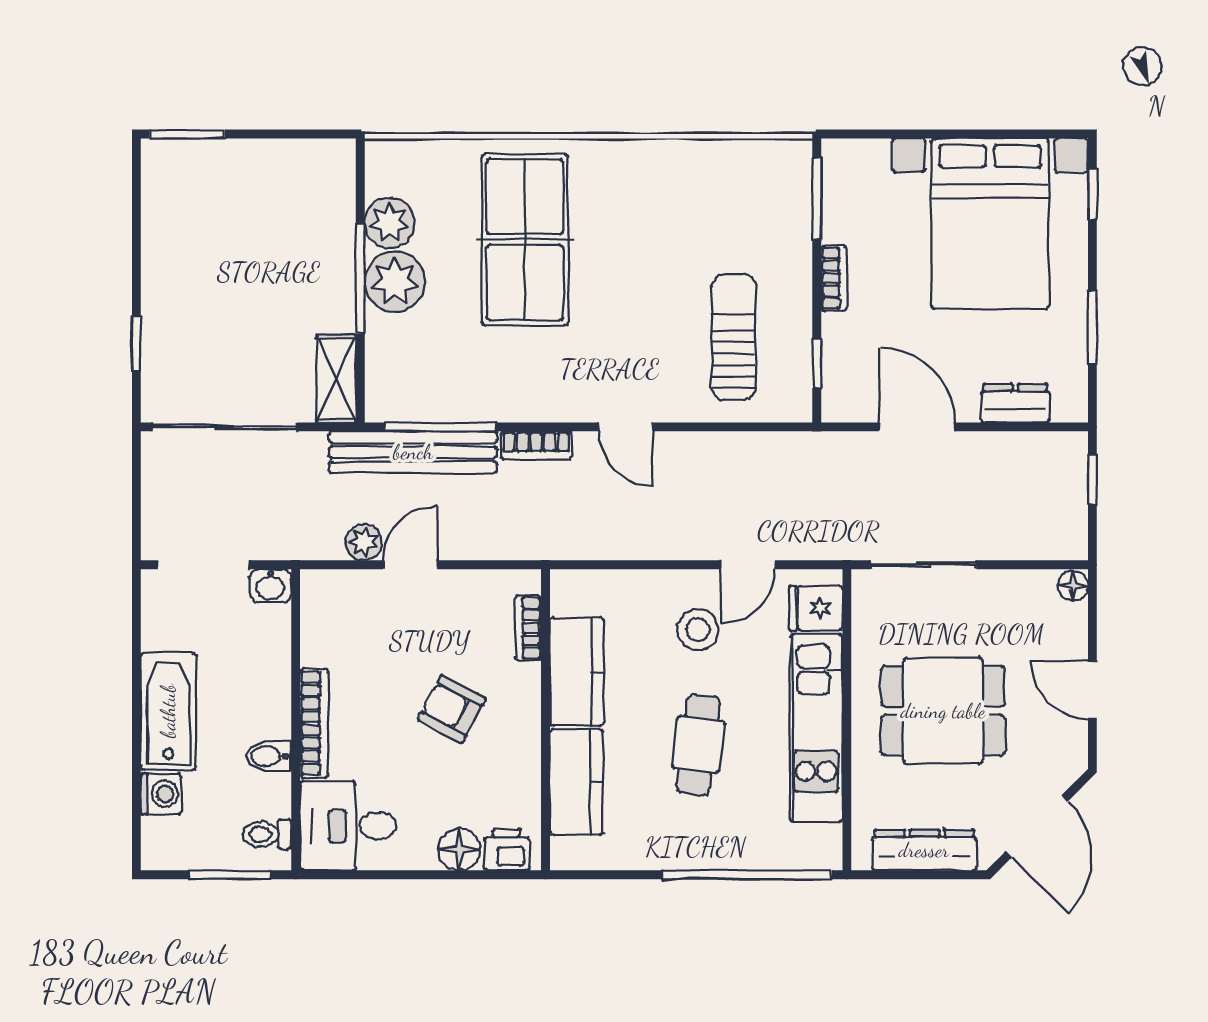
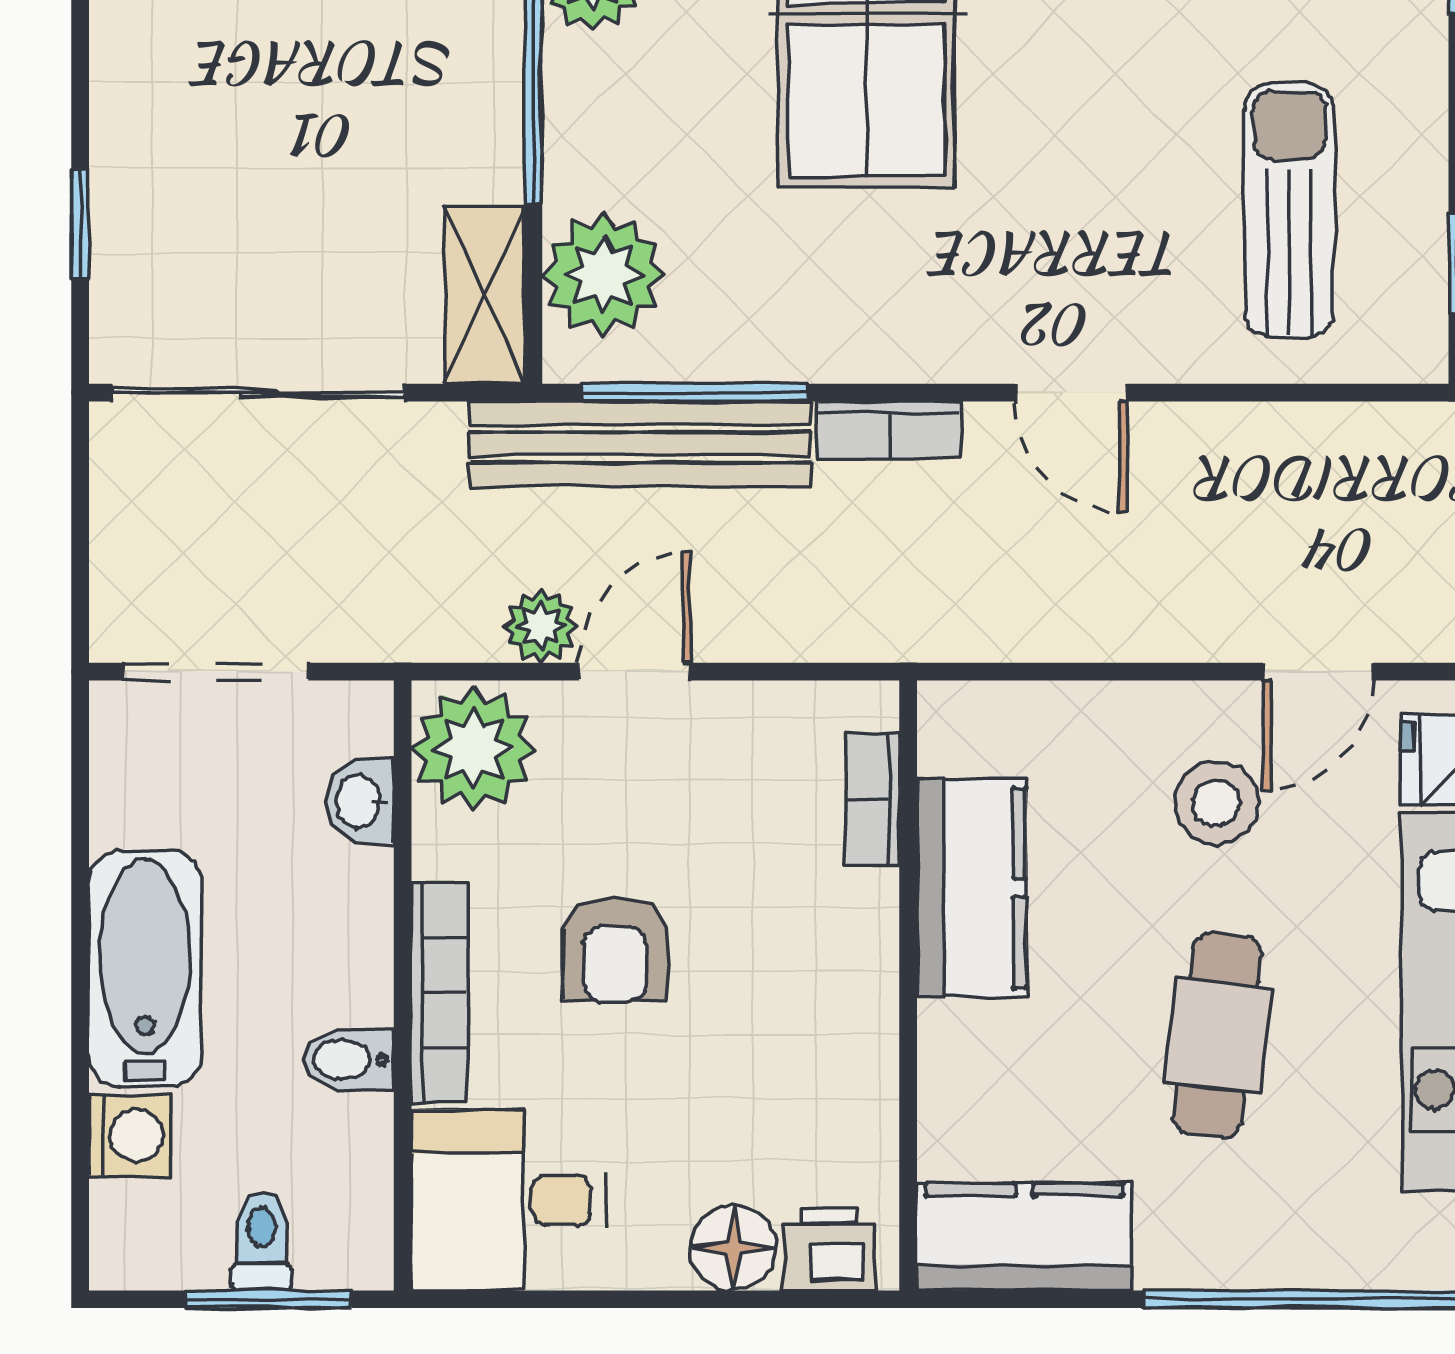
plant: (395, 282) -> (603, 274), moved
washbasin: (271, 586) -> (360, 801), moved, turned 90
plant: (331, 603) -> (473, 749), added
armchair: (452, 709) -> (615, 949), moved, turned -118
kitchen counter: (576, 782) -> (1024, 1237), moved, turned -90
toilet: (267, 834) -> (261, 1241), moved, turned 90

